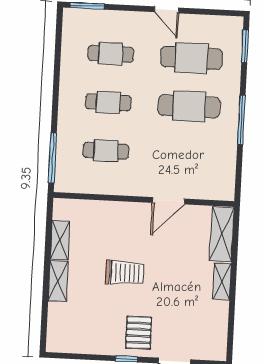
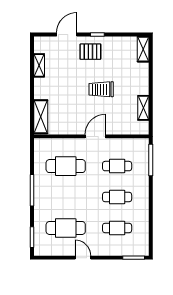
cafe table: (189, 106) -> (66, 166), moved
door: (169, 201) -> (95, 136), moved
shelving: (58, 281) -> (143, 49), moved
shelving: (222, 281) -> (39, 65), moved
pallet: (139, 333) -> (90, 52), turned 90

